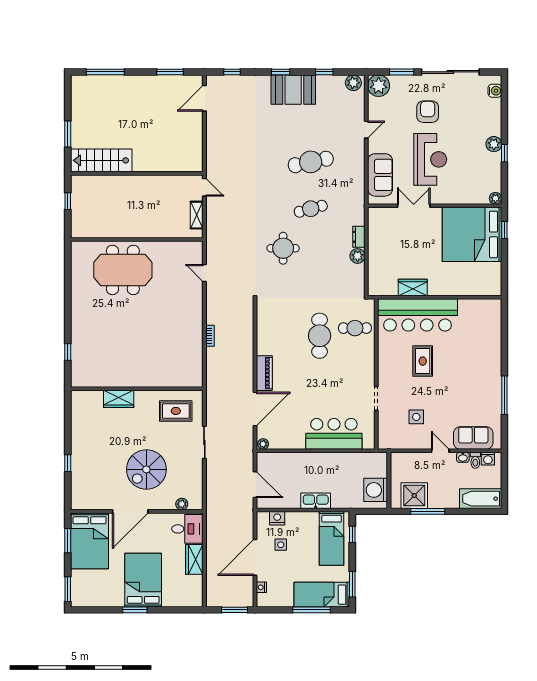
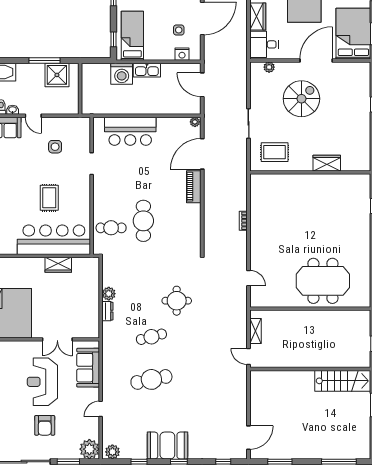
washing machine: (376, 490) -> (122, 74), moved, turned 90

